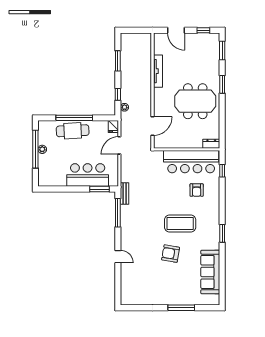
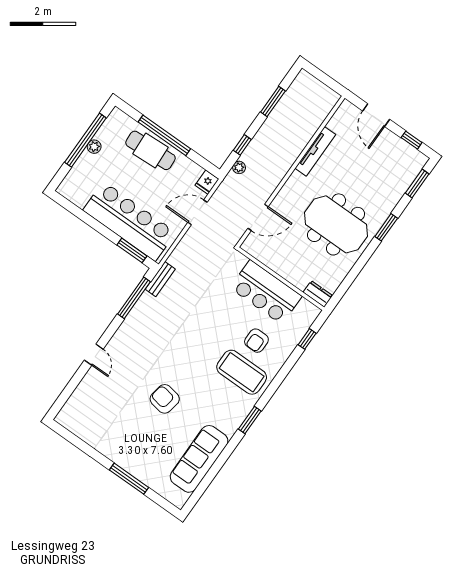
bar counter: (191, 162) -> (266, 292), width x0.73
bar counter: (88, 175) -> (129, 221), width x1.36
coffee table: (180, 224) -> (242, 372), moved

